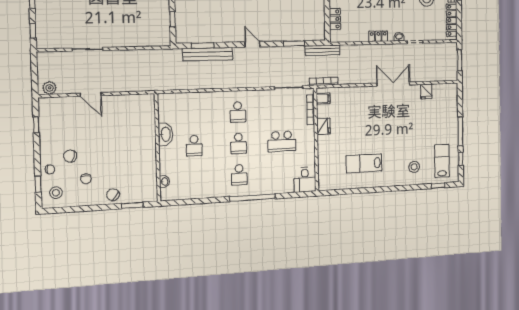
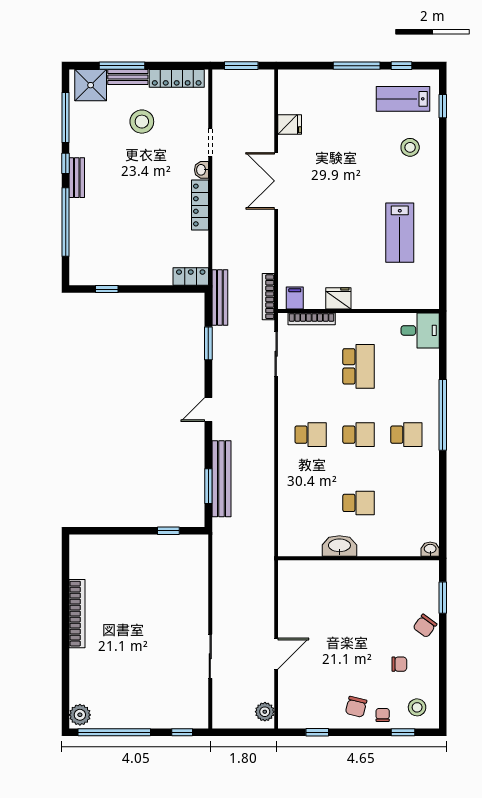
locker: (335, 19) -> (191, 276), moved
locker: (378, 36) -> (200, 205), width x1.53
chair: (70, 156) -> (356, 707), moved
washbasin: (164, 182) -> (430, 549), moved

